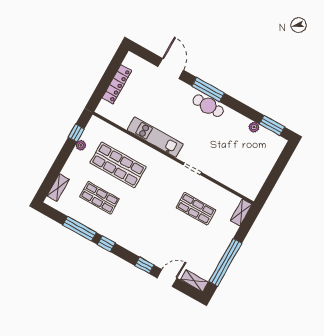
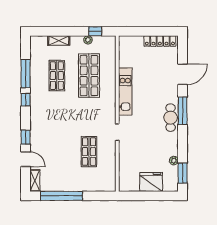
locker: (117, 84) -> (160, 41), moved
fridge: (263, 163) -> (151, 182), added
shelving: (58, 188) -> (59, 41), moved
shelving: (241, 212) -> (105, 187), removed

